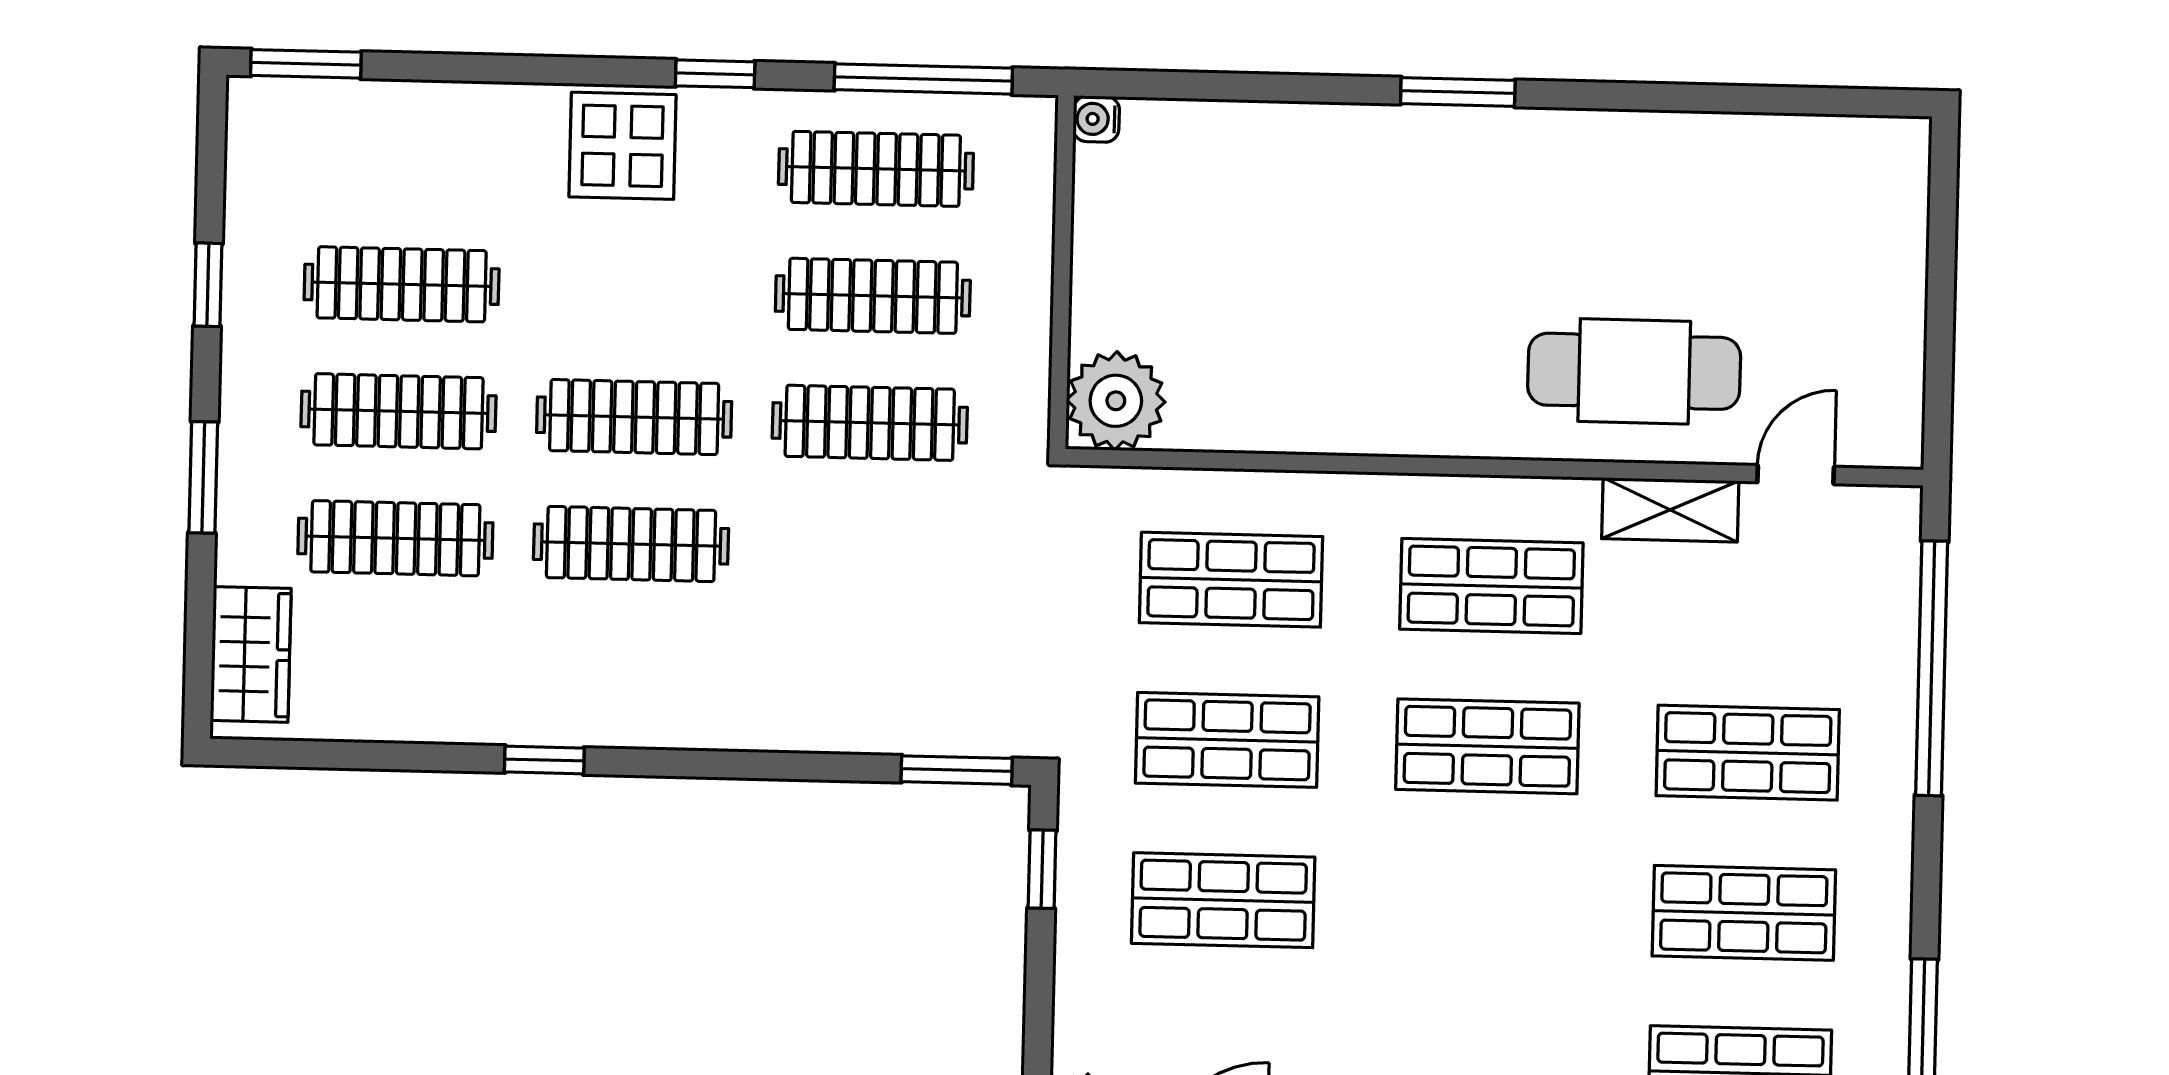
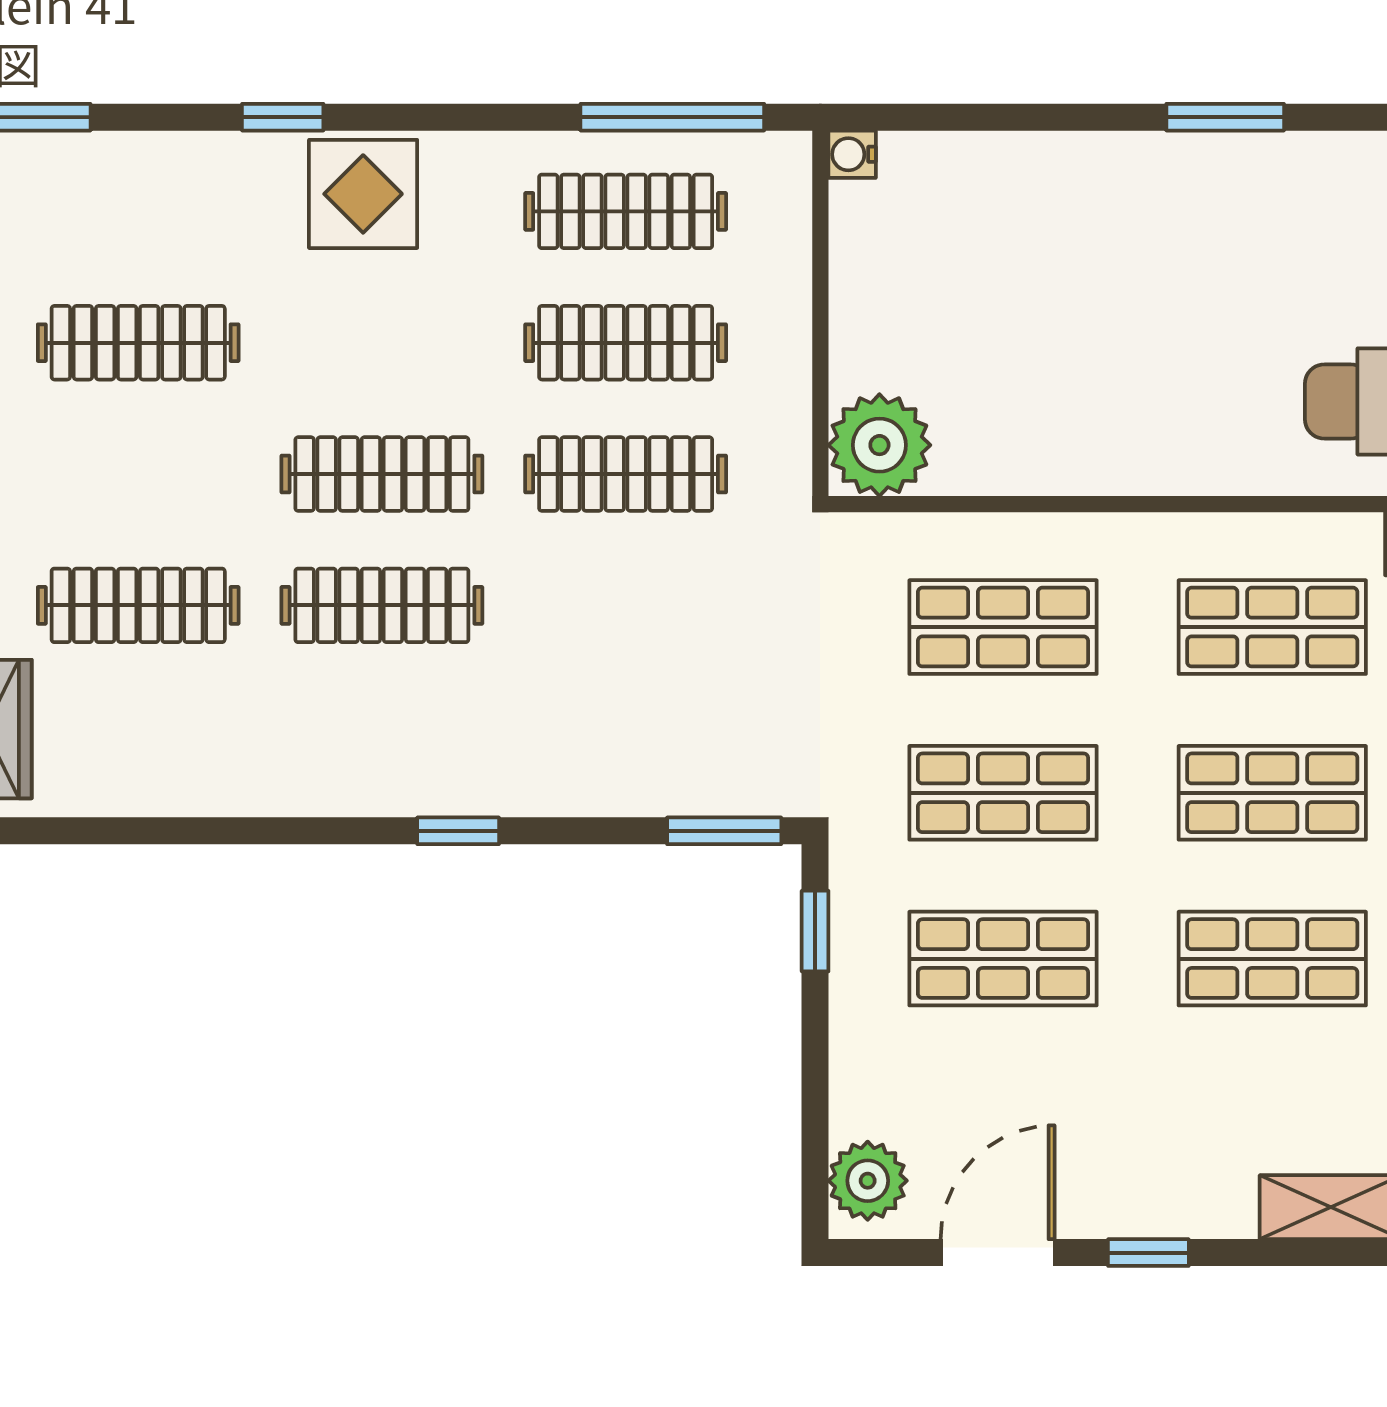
window: (715, 74) -> (283, 117), moved
clothes rail: (398, 411) -> (138, 474), removed
window: (544, 760) -> (458, 831), moved
shop shelf: (1483, 907) -> (1272, 959), added

